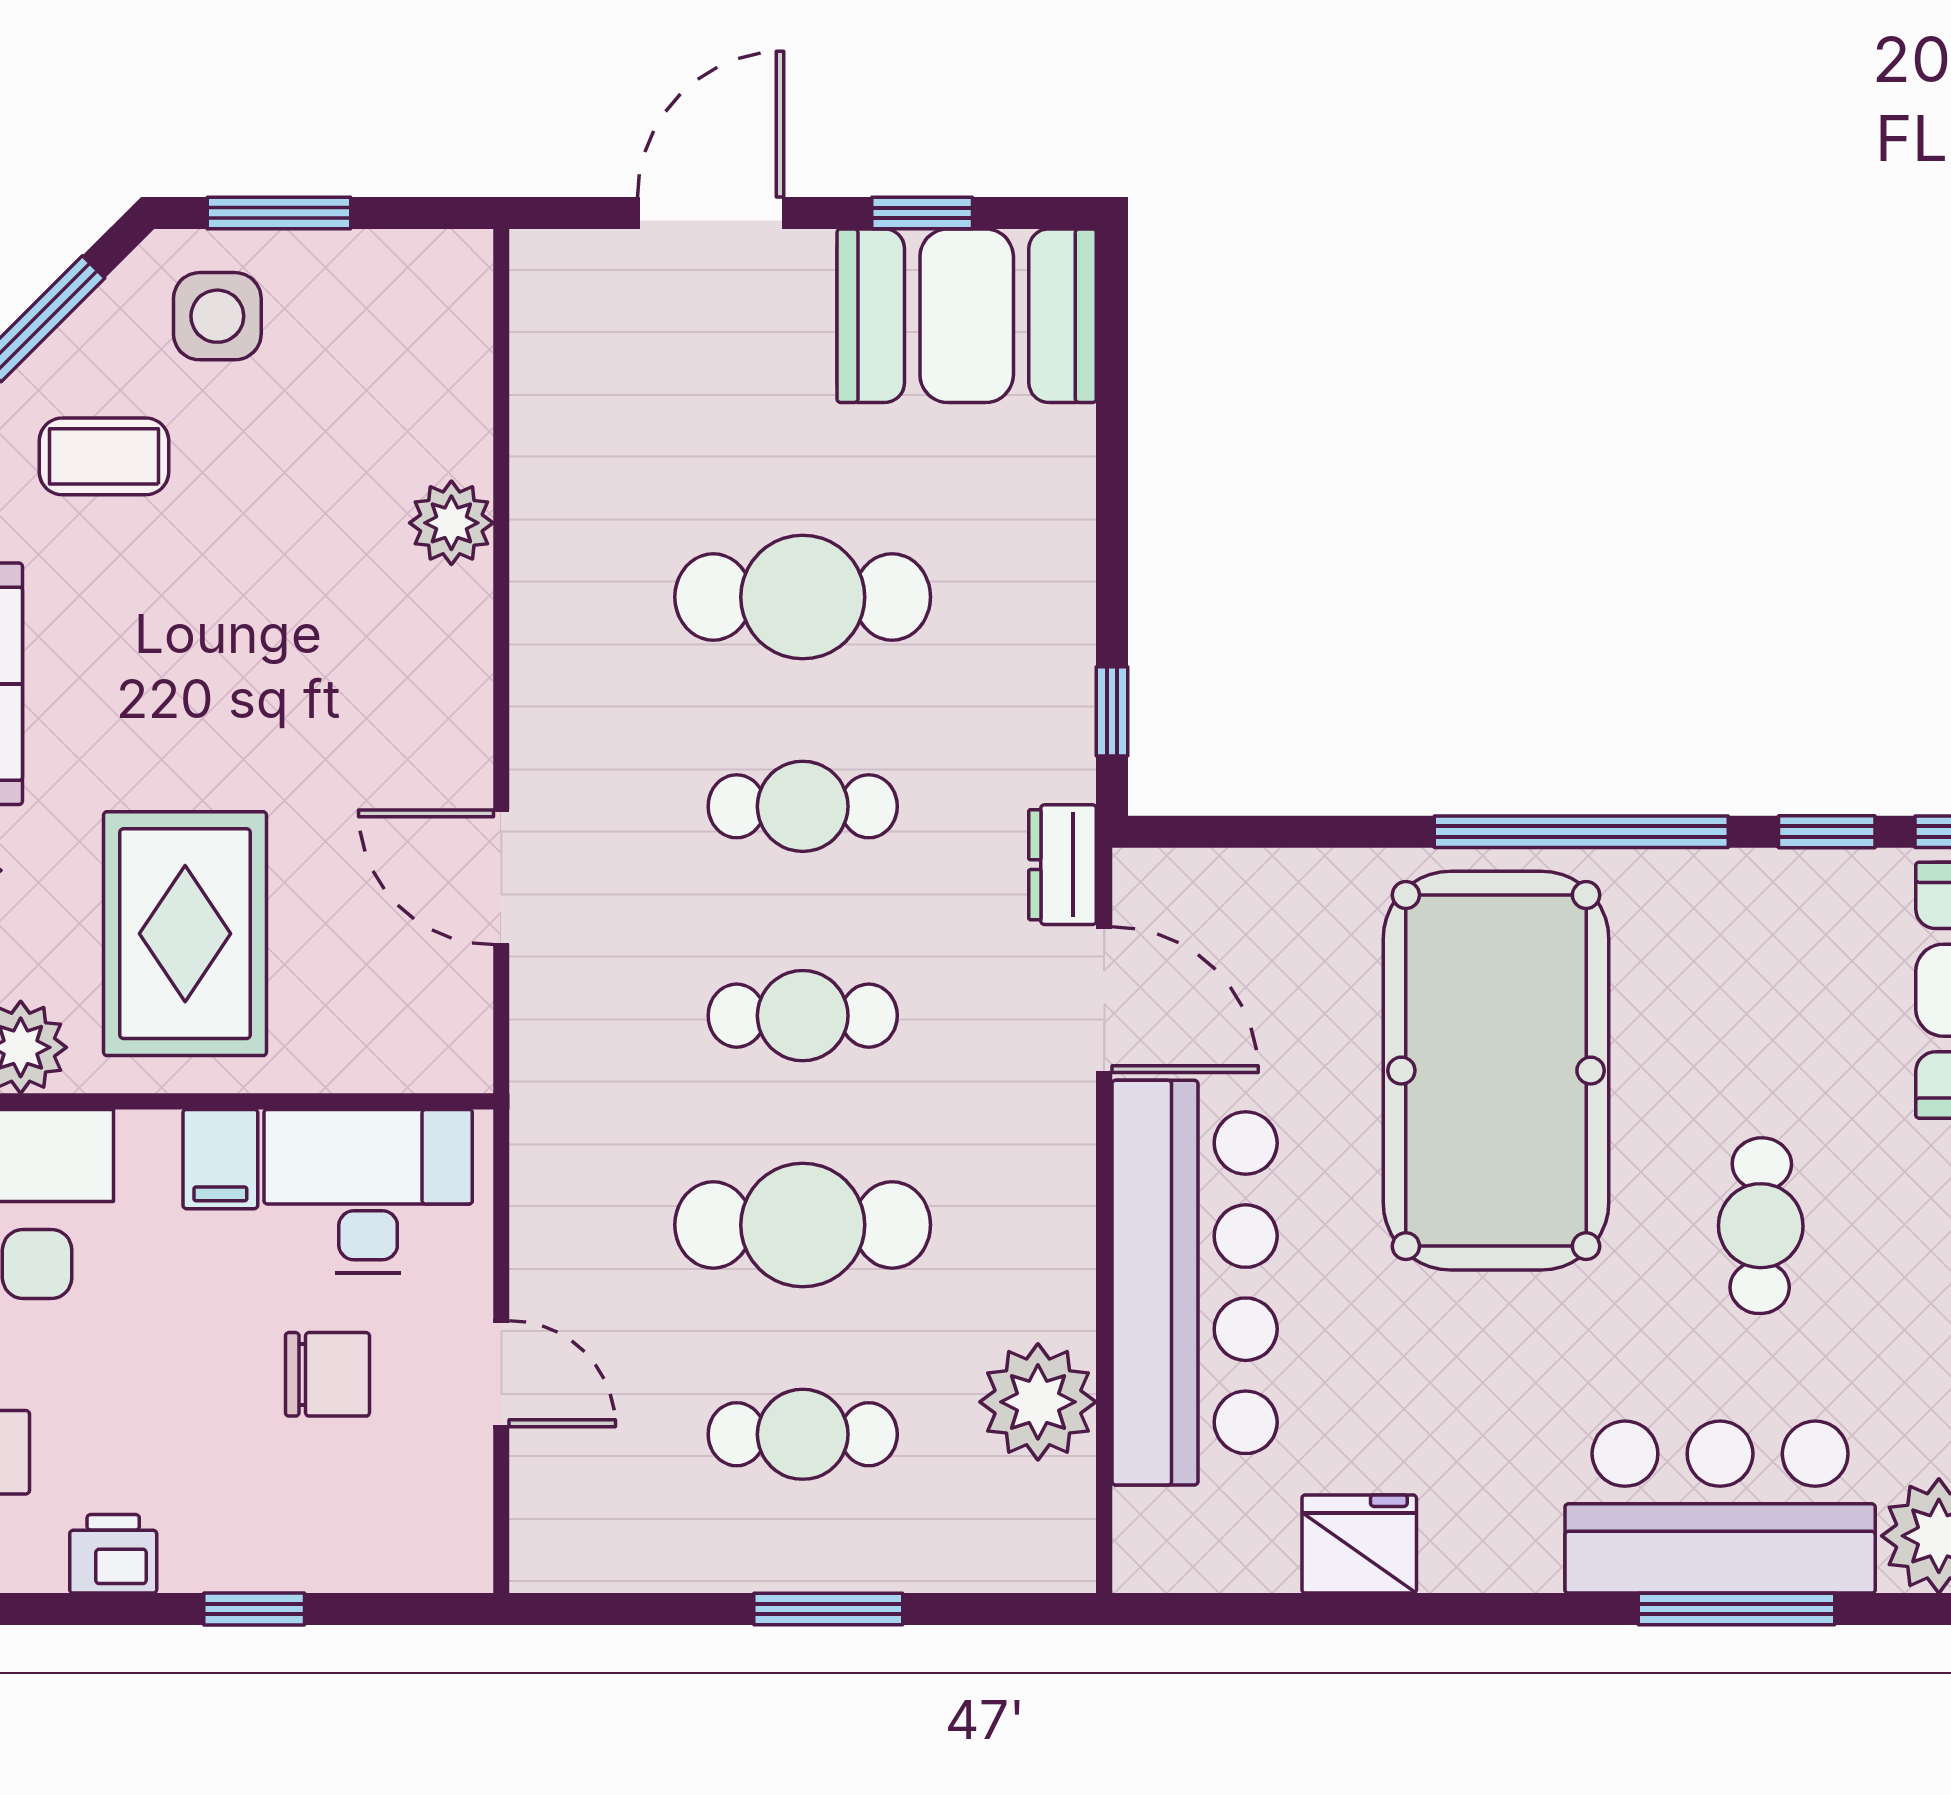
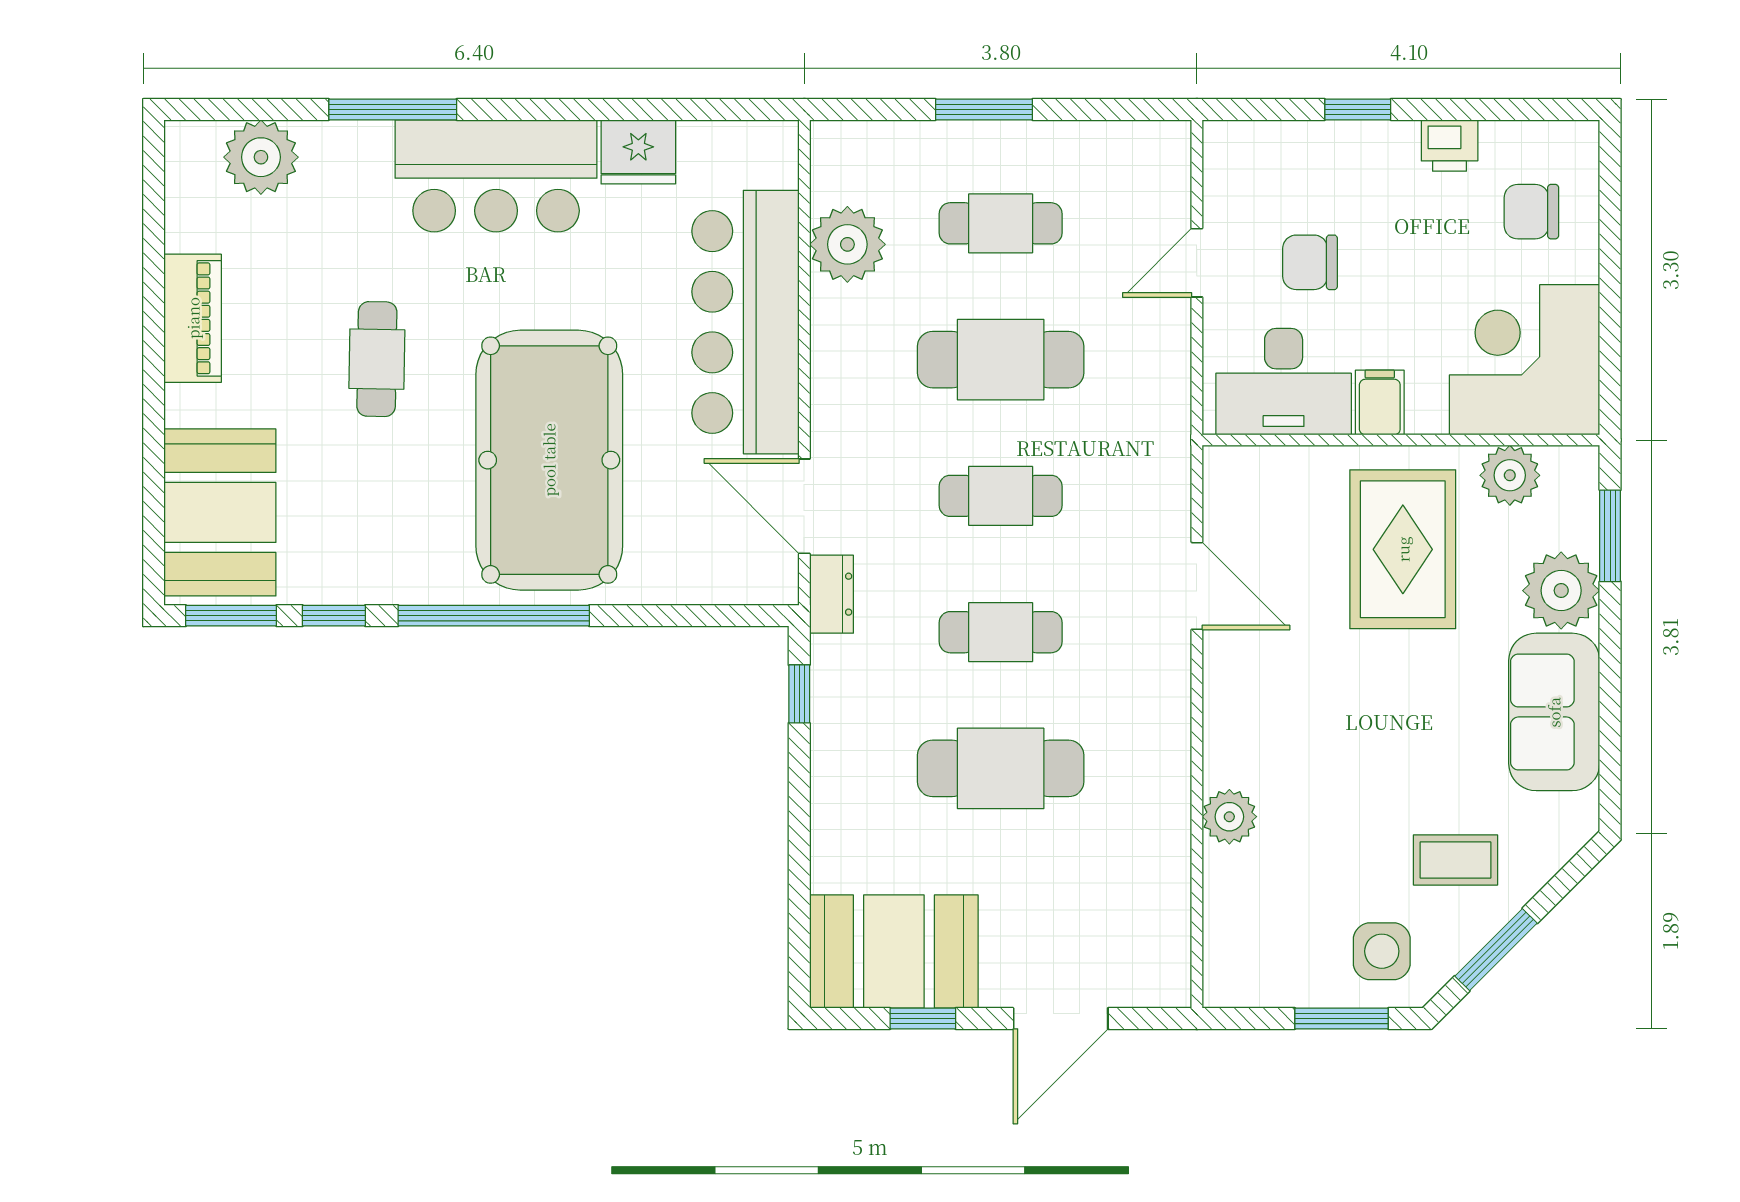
door: (501, 1374) -> (1197, 263), hinge flipped
bar counter: (1720, 1507) -> (496, 176), moved

